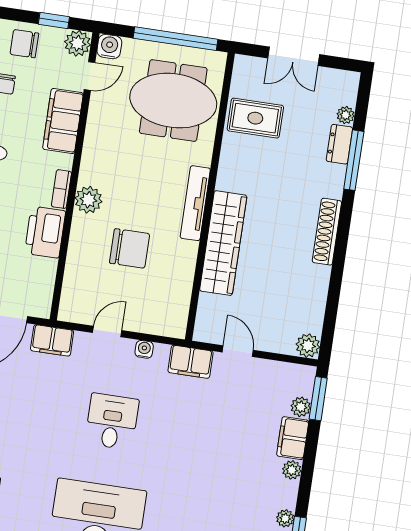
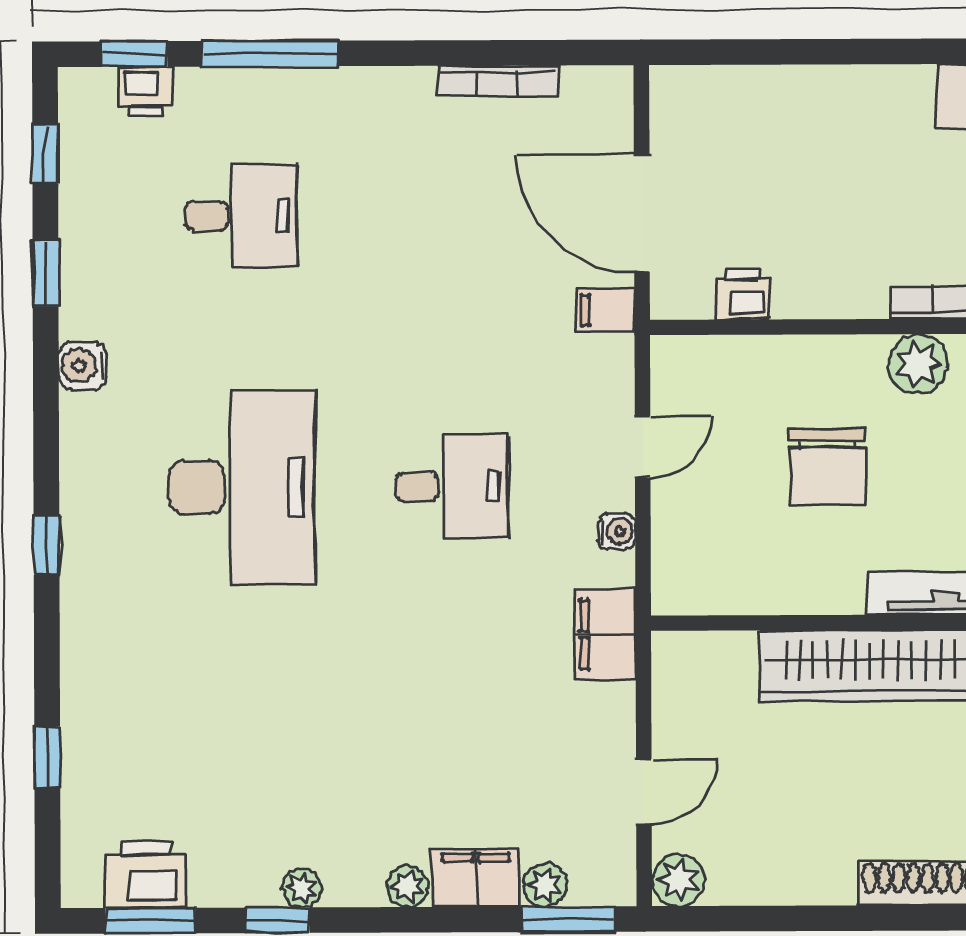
printer: (45, 232) -> (742, 294), moved, width x0.53, depth x0.68
door: (107, 332) -> (643, 447), hinge flipped
filing cabinet: (52, 340) -> (606, 311), width x0.50
door: (238, 351) -> (644, 792), moved

